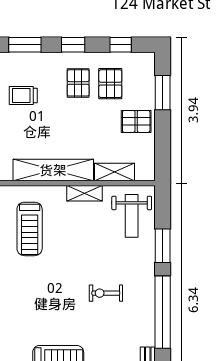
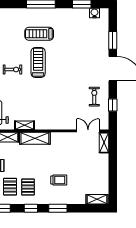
shelving: (53, 170) -> (35, 138), width x0.68
treadmill: (30, 229) -> (38, 63), moved

